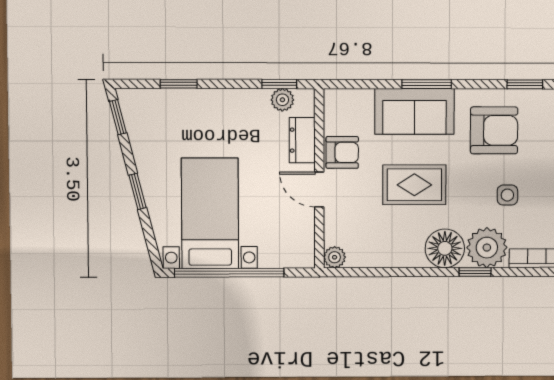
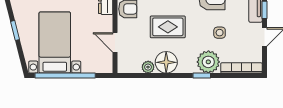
door: (319, 190) -> (115, 42), moved
floor lamp: (445, 248) -> (166, 62), moved
plant: (335, 257) -> (148, 67), moved

